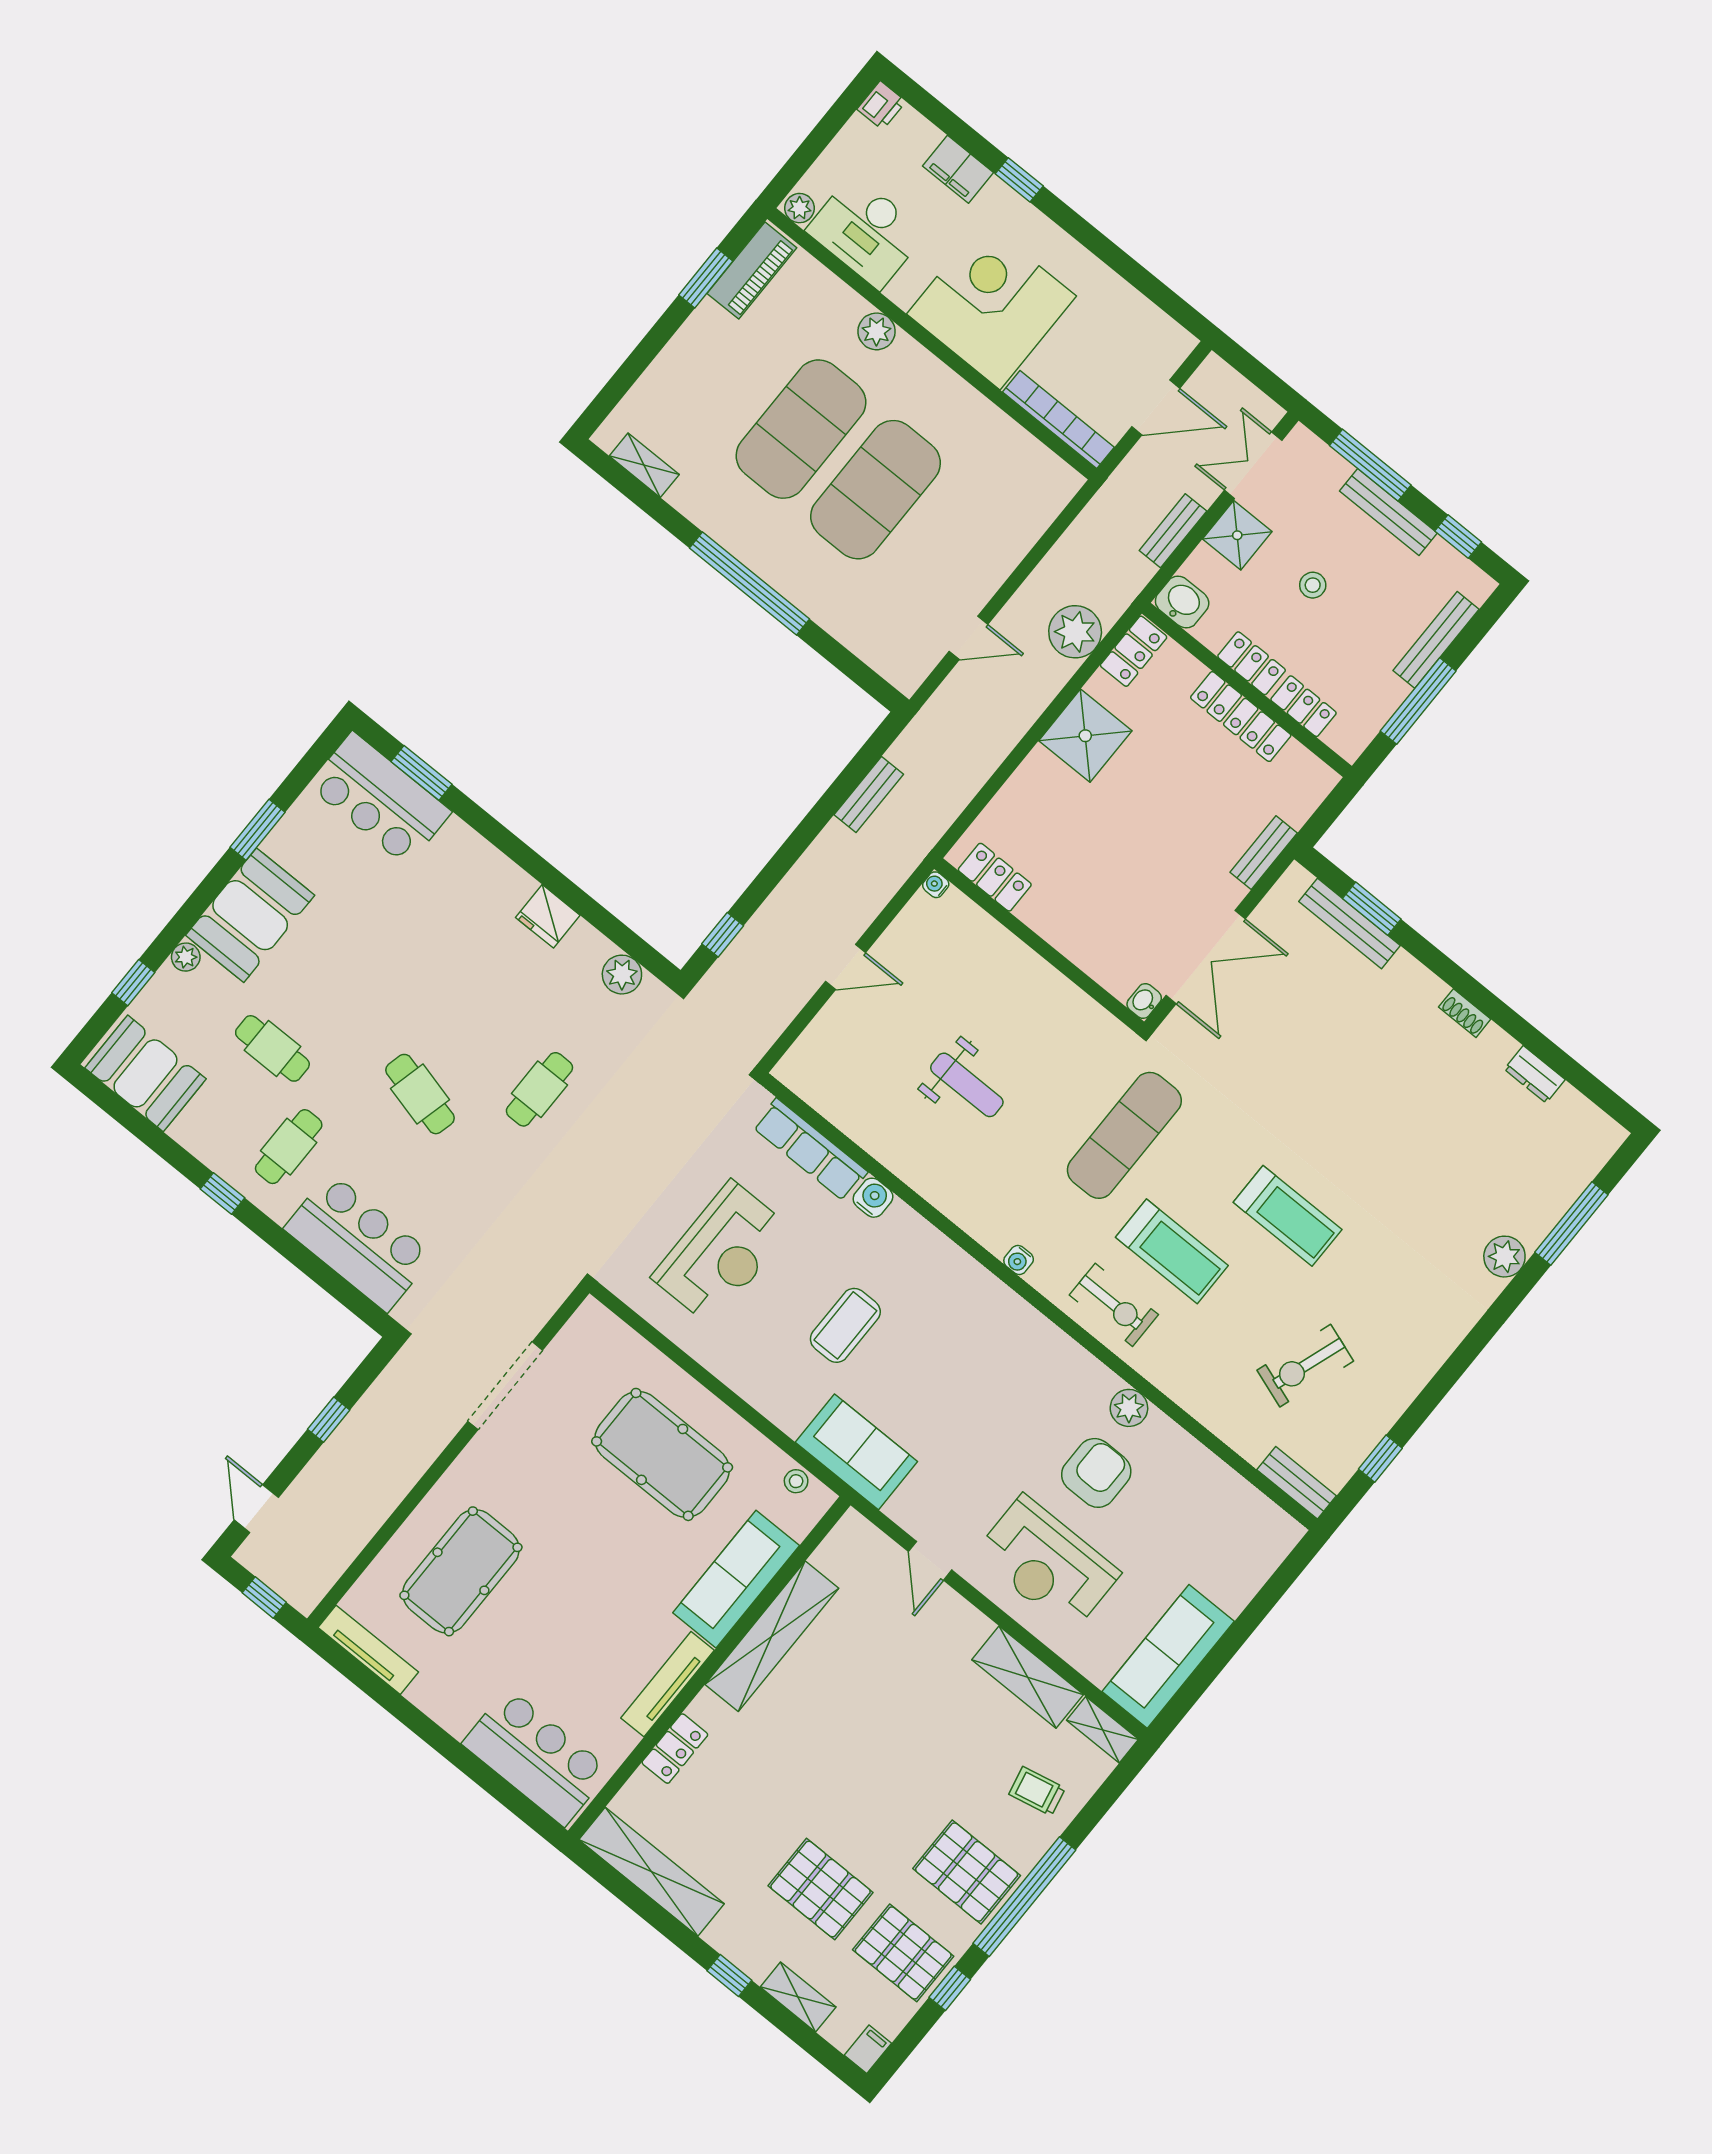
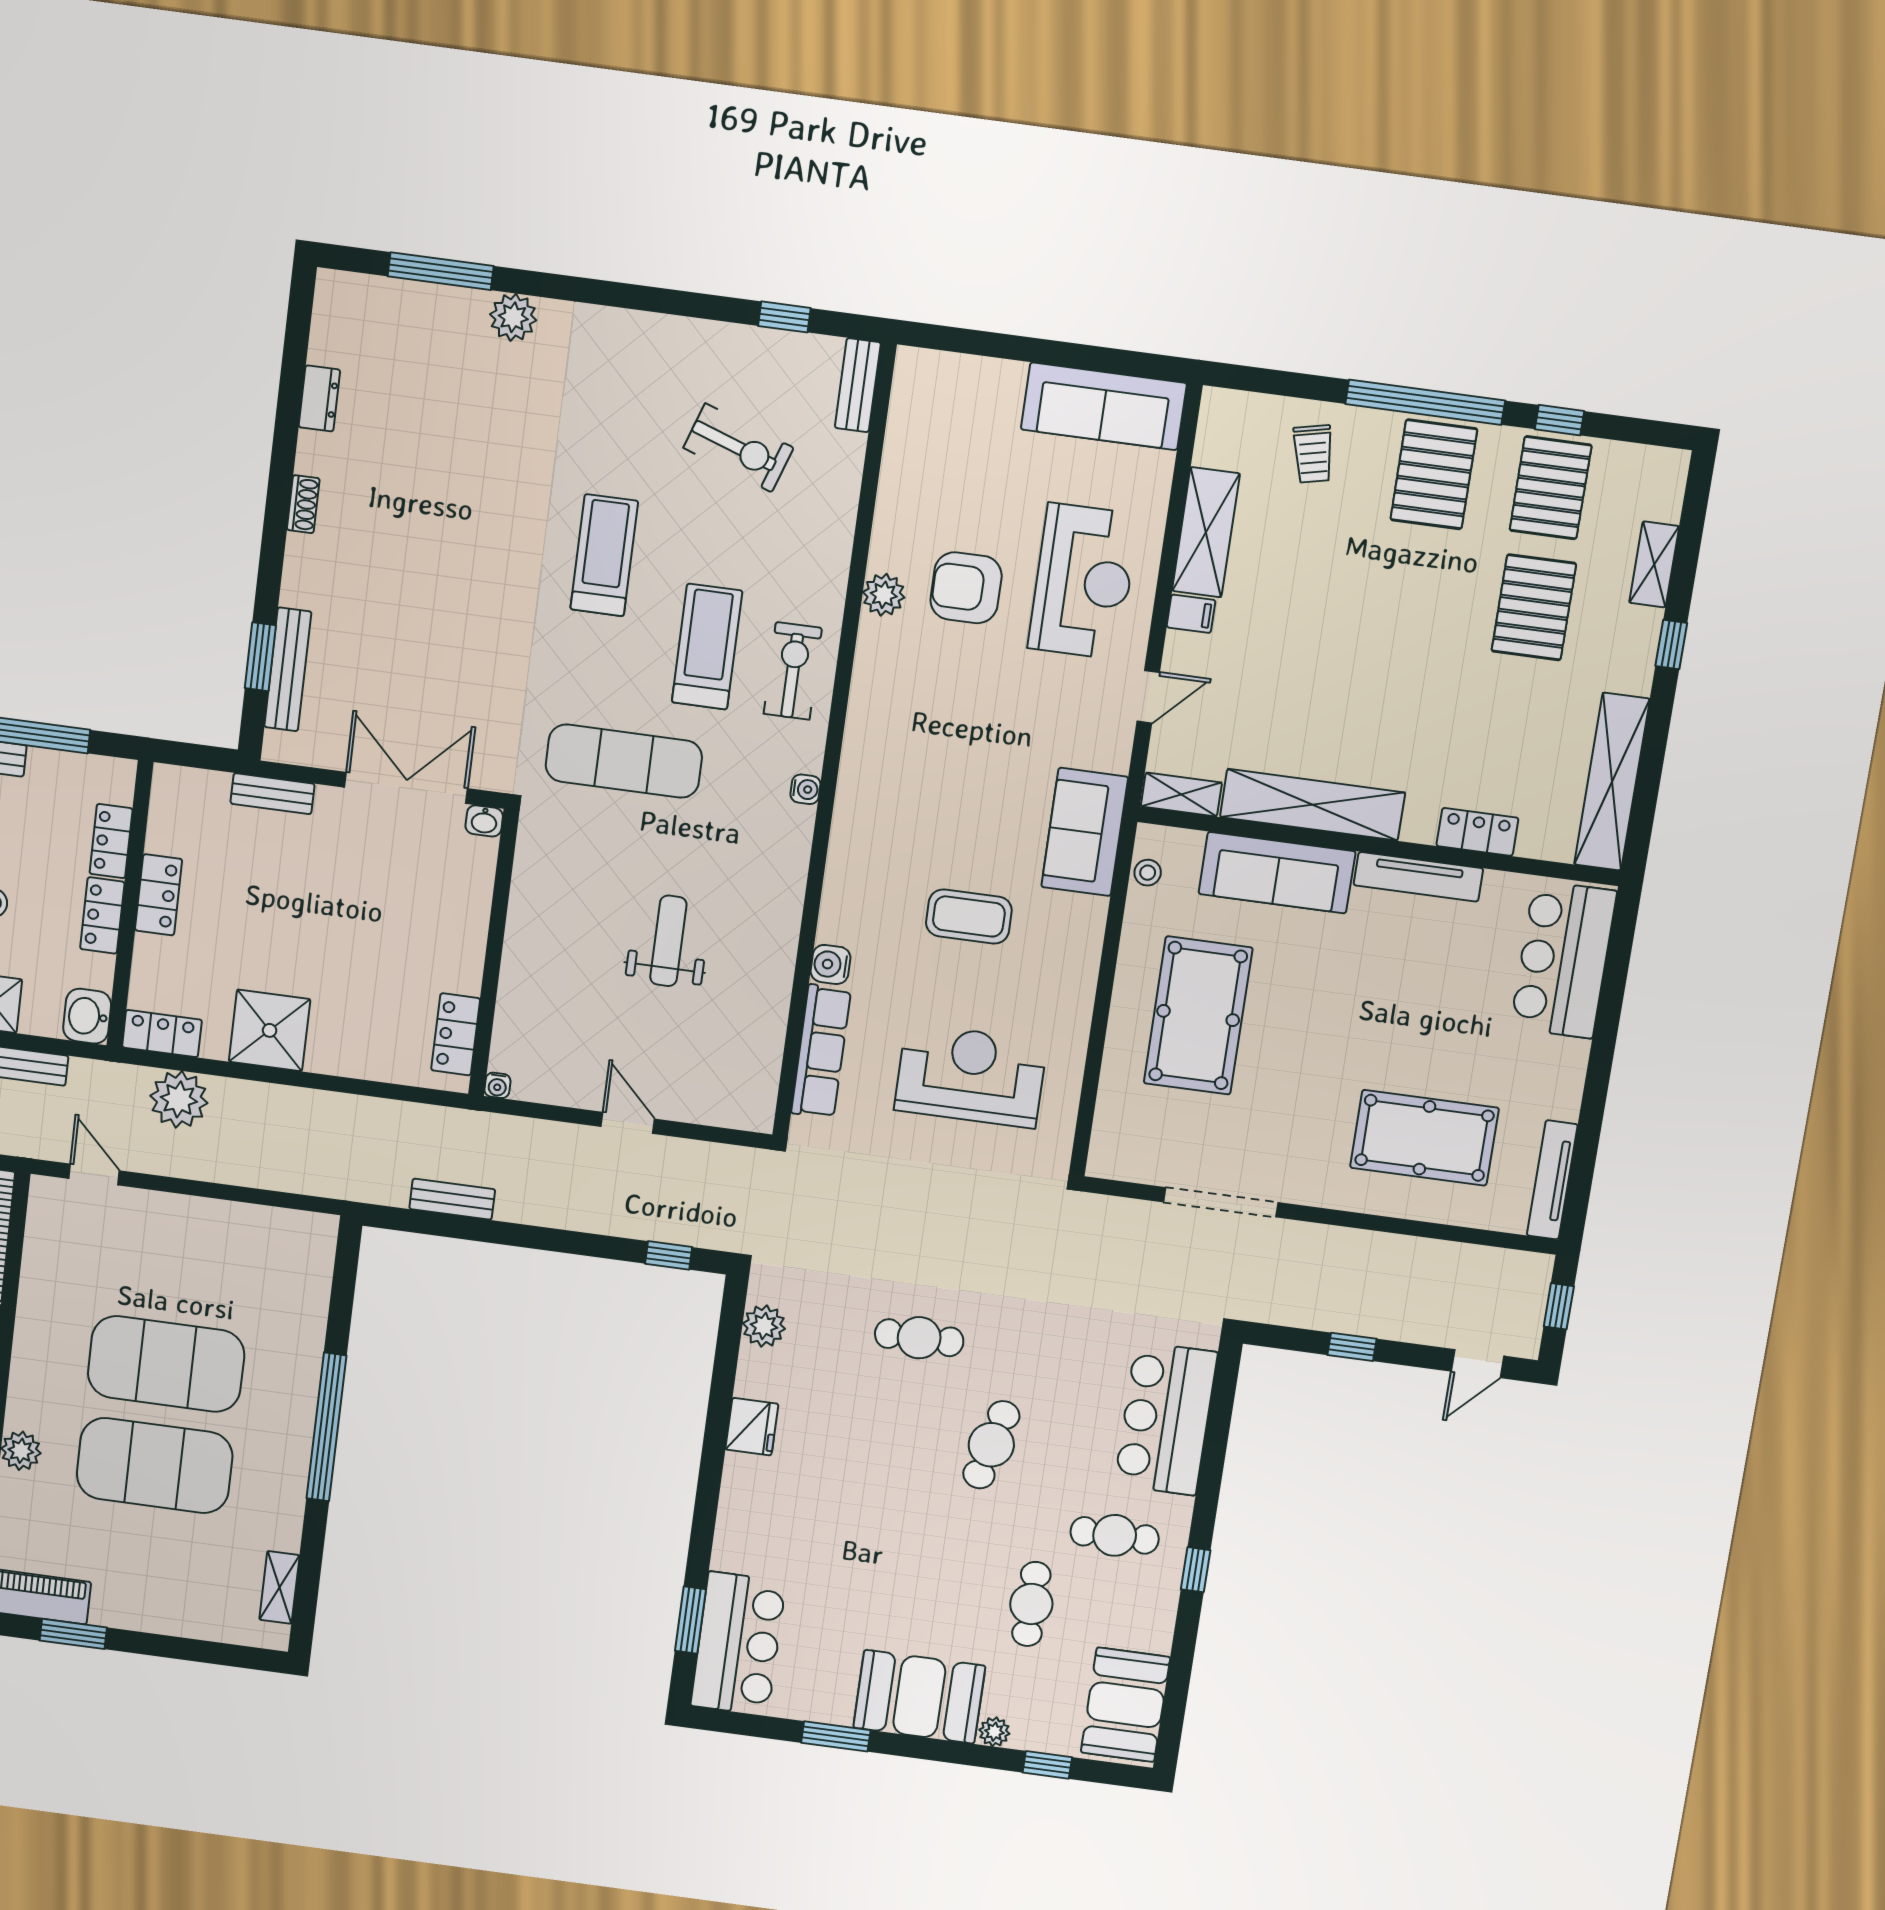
door: (968, 638) -> (94, 1175), moved
locker: (1241, 717) -> (159, 895), width x0.66
shelving: (1102, 1730) -> (1181, 795), moved, turned 90
filing cabinet: (868, 2049) -> (1191, 614), moved, turned 180

